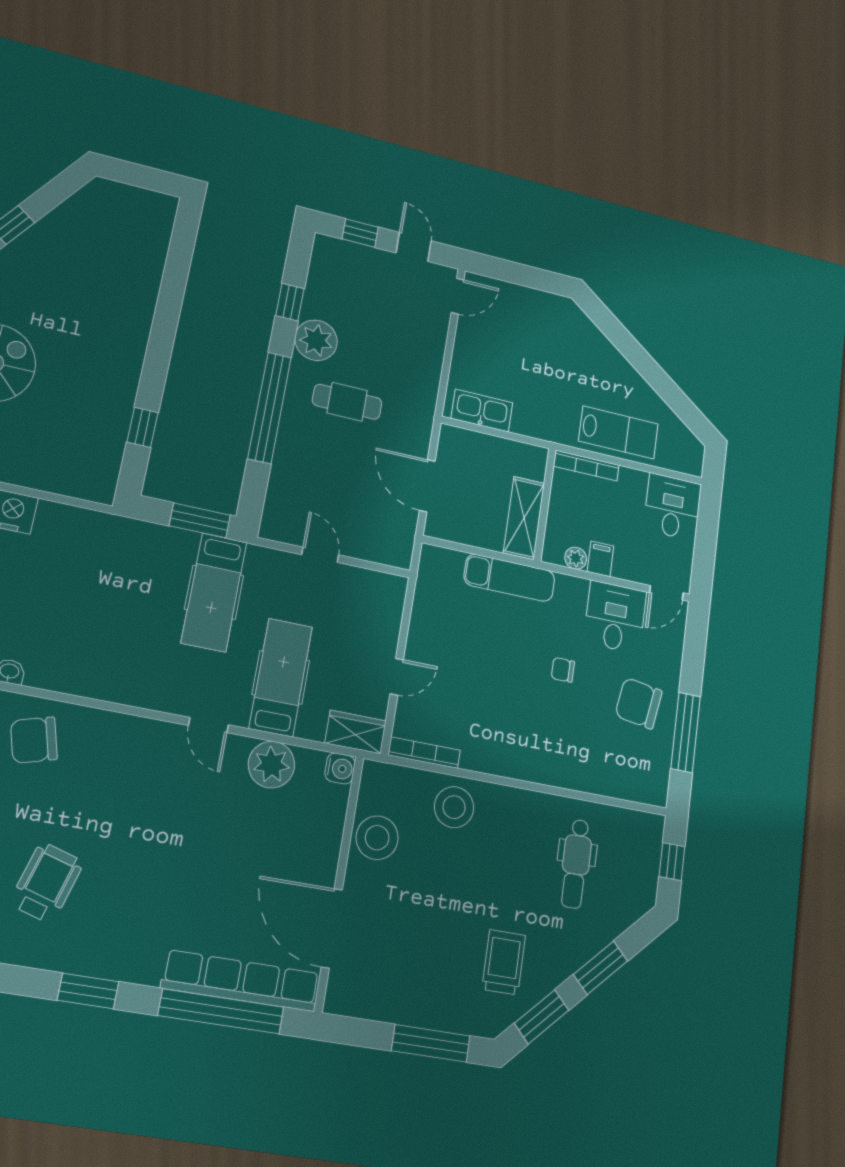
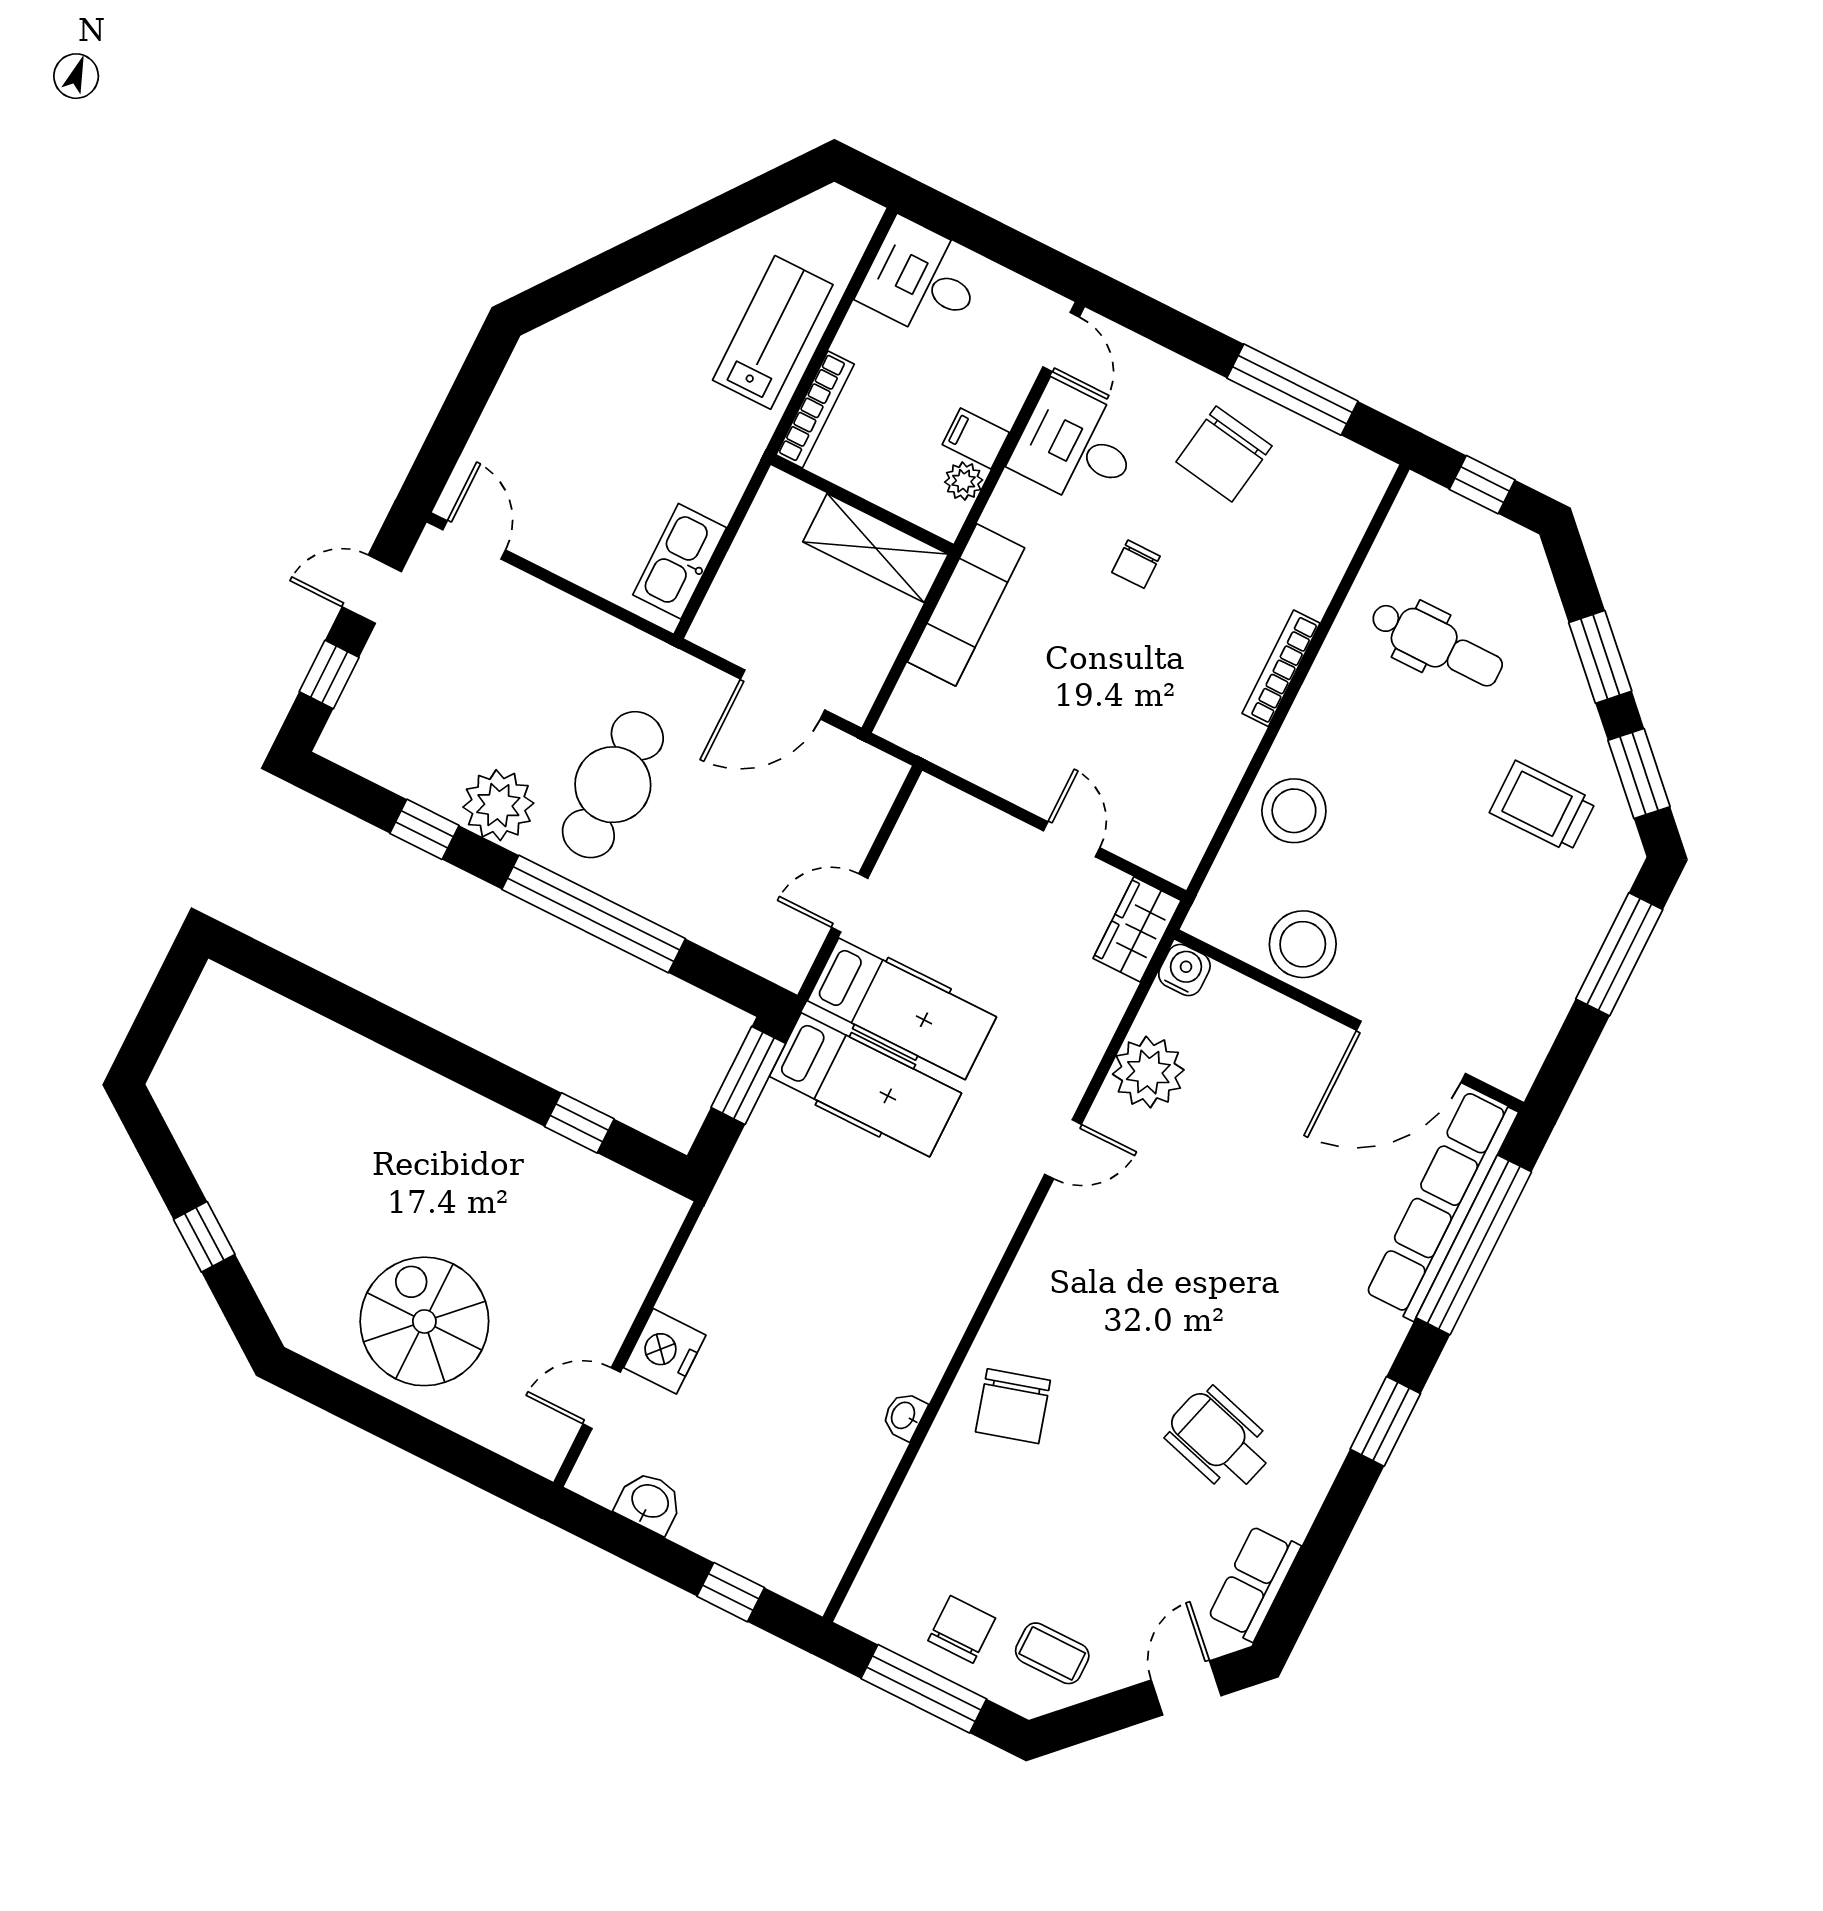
cafe table: (347, 402) -> (613, 785), width x1.37, depth x1.35
hospital bed: (281, 677) -> (902, 1009), moved, turned 180
bookcase: (424, 753) -> (1281, 668), moved

